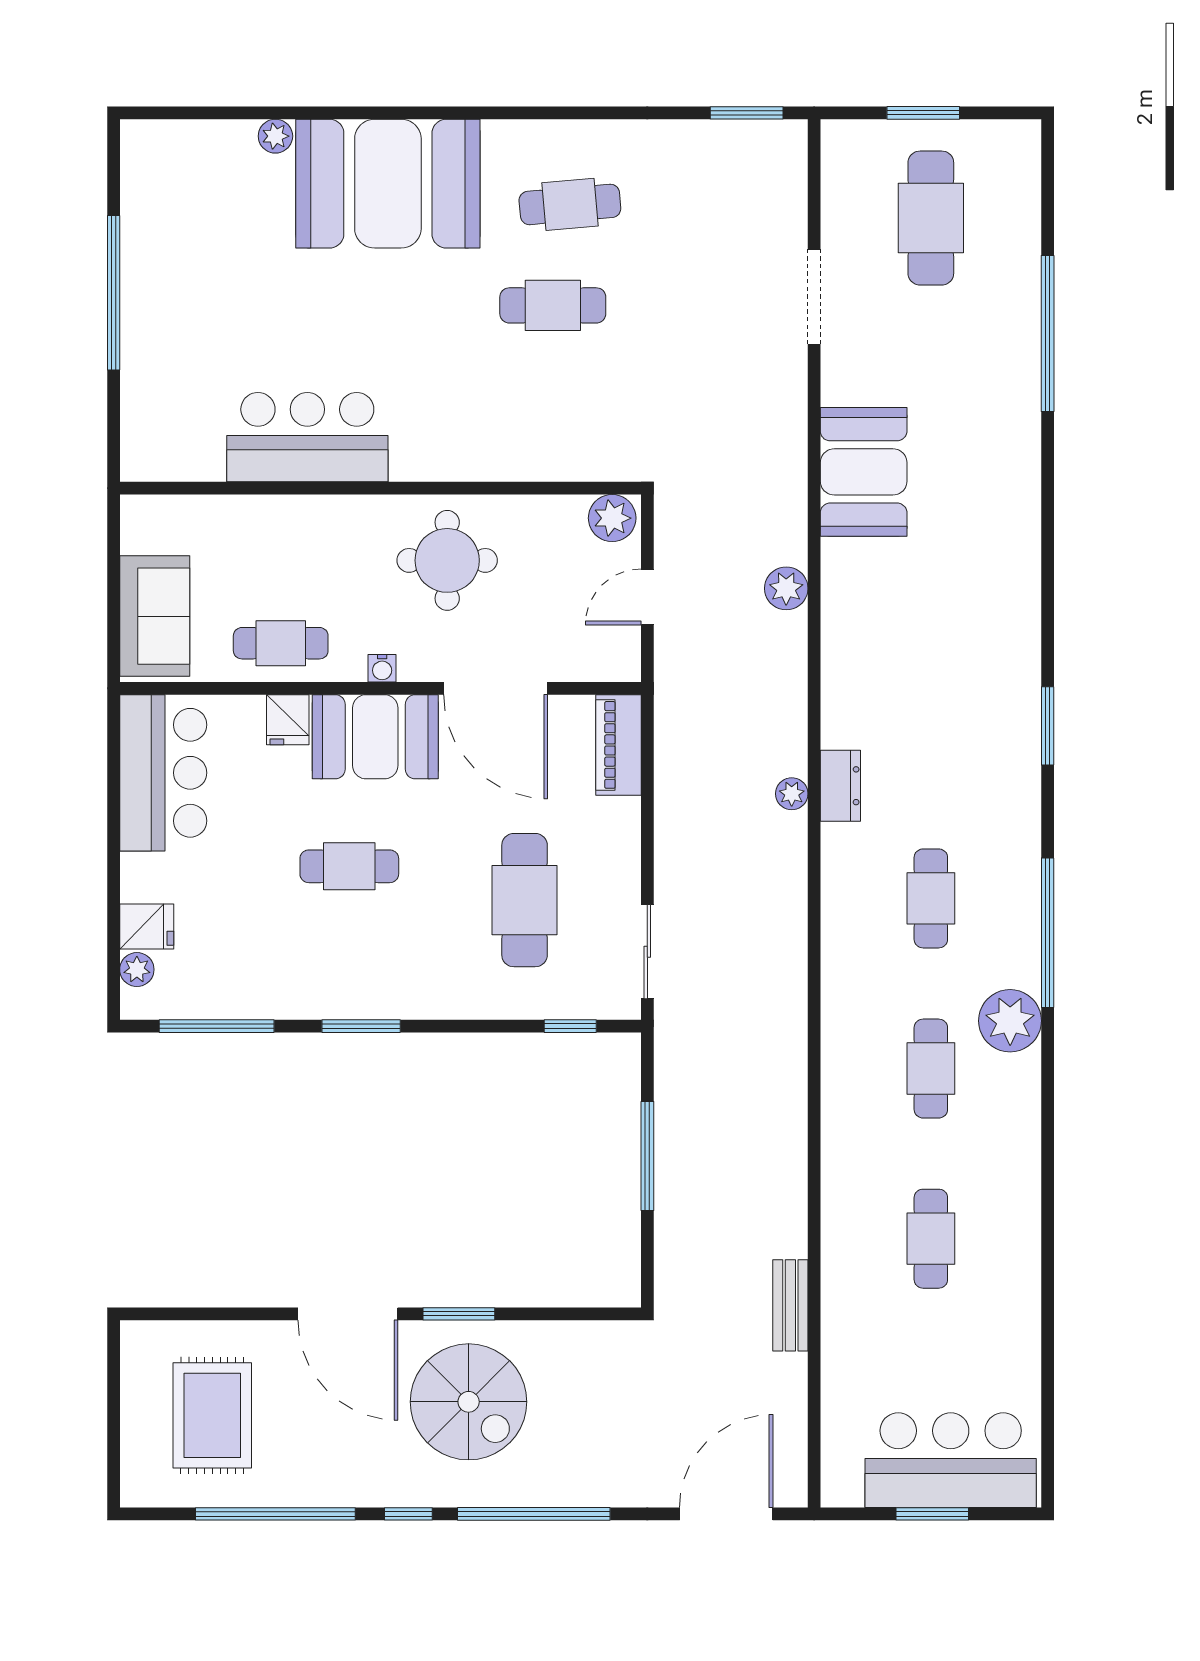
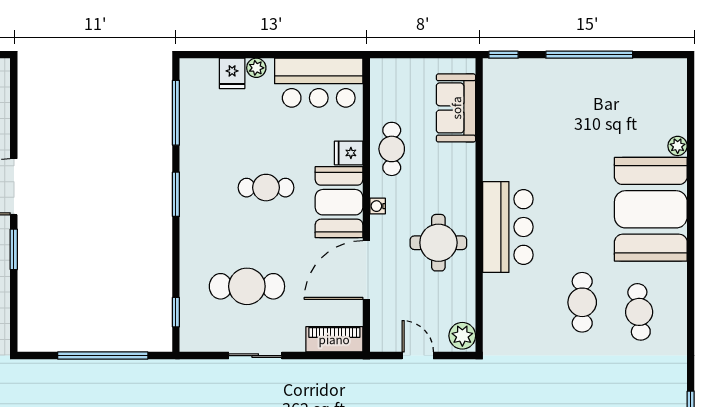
bar counter: (307, 437) -> (508, 227), moved
window: (114, 445) -> (503, 55), added
sofa: (155, 616) -> (456, 108), moved, turned 90
cafe table: (349, 866) -> (266, 188), turned 90
sliding door: (647, 952) -> (255, 356), moved
plant: (137, 970) -> (256, 68), moved
window: (647, 1156) -> (103, 356), width x1.46

